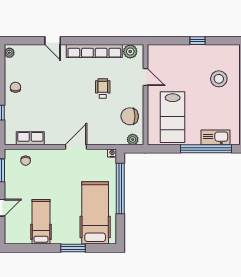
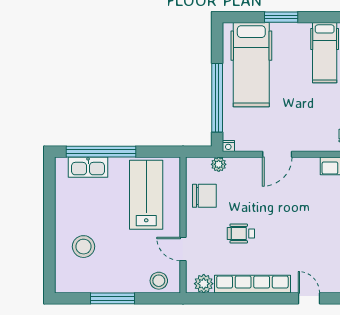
window: (197, 41) -> (112, 298), width x2.17
stool: (163, 54) -> (159, 281), added
wheelchair: (103, 88) -> (241, 234), turned 90
plant: (133, 139) -> (219, 164), moved

